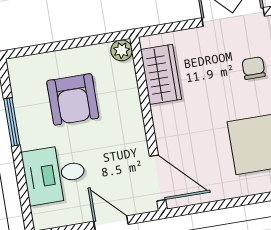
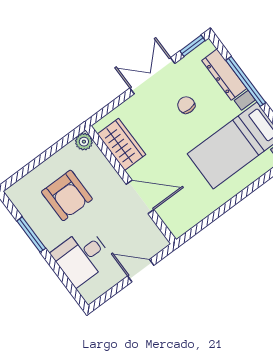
door: (158, 178) -> (140, 197), moved

